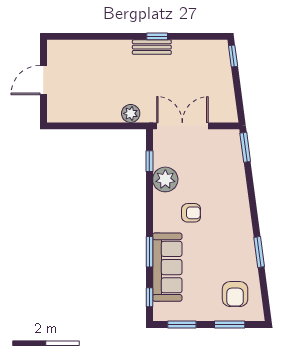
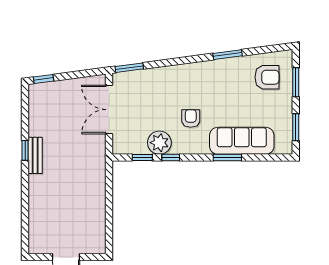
plant: (131, 113) -> (97, 175), removed
double door: (182, 126) -> (109, 110), moved
window: (149, 297) -> (171, 158), moved

